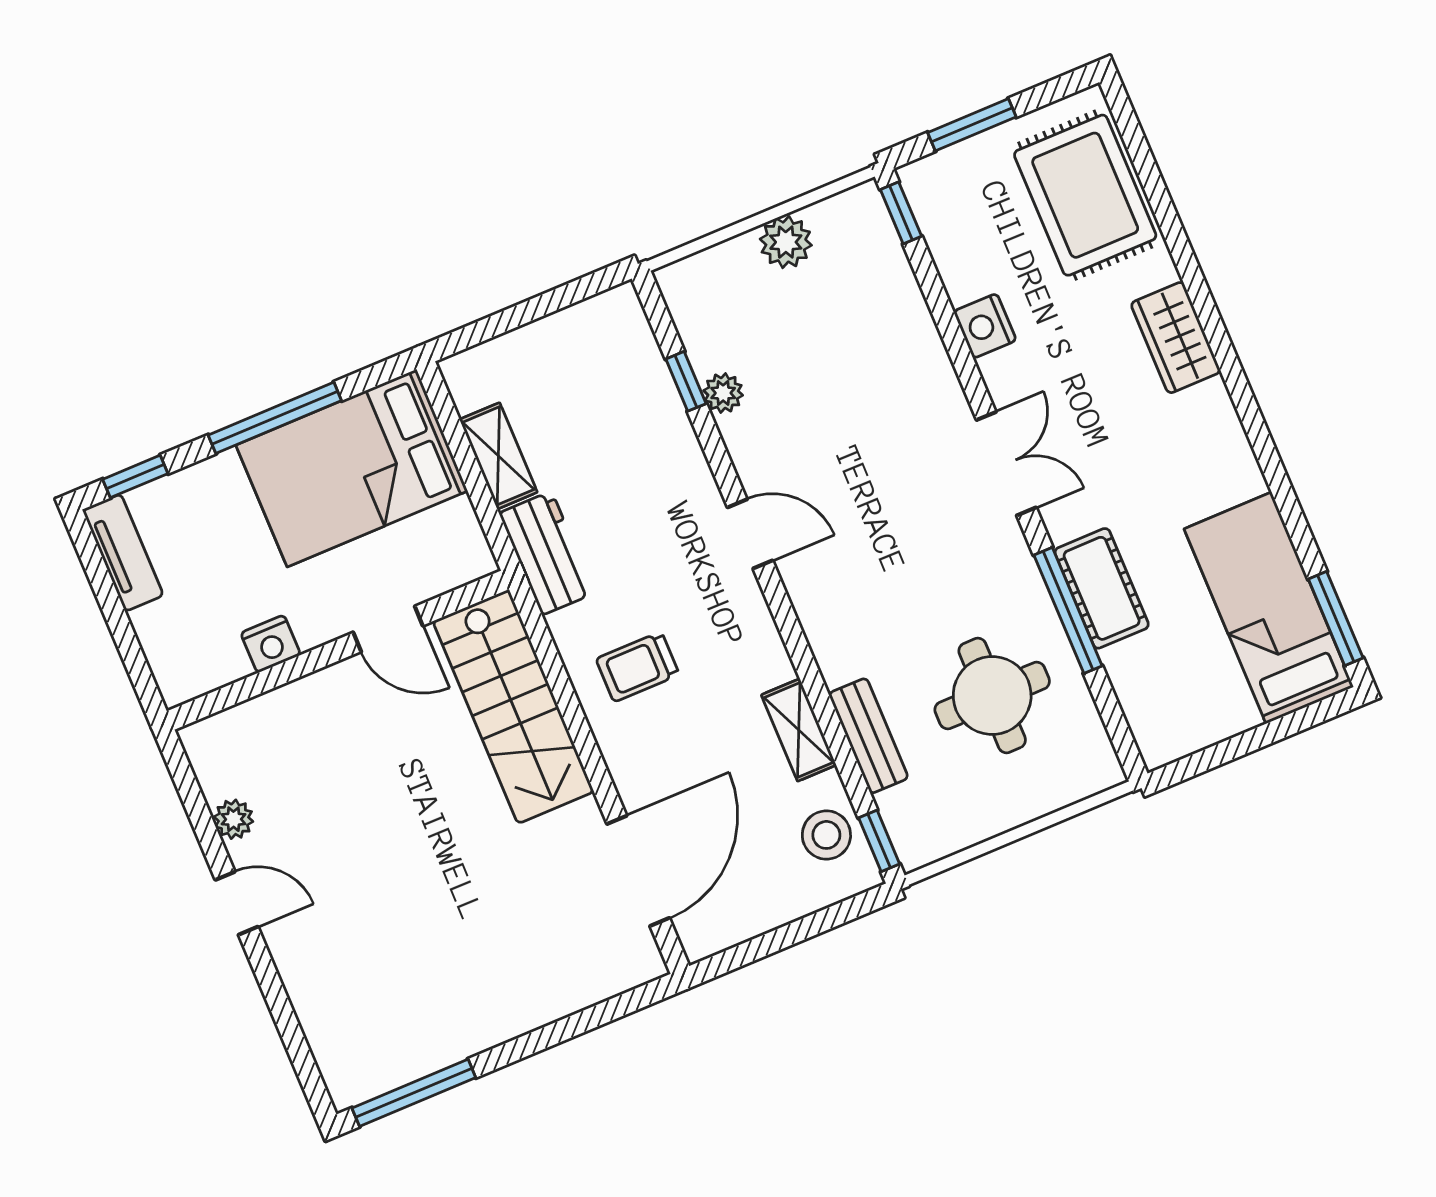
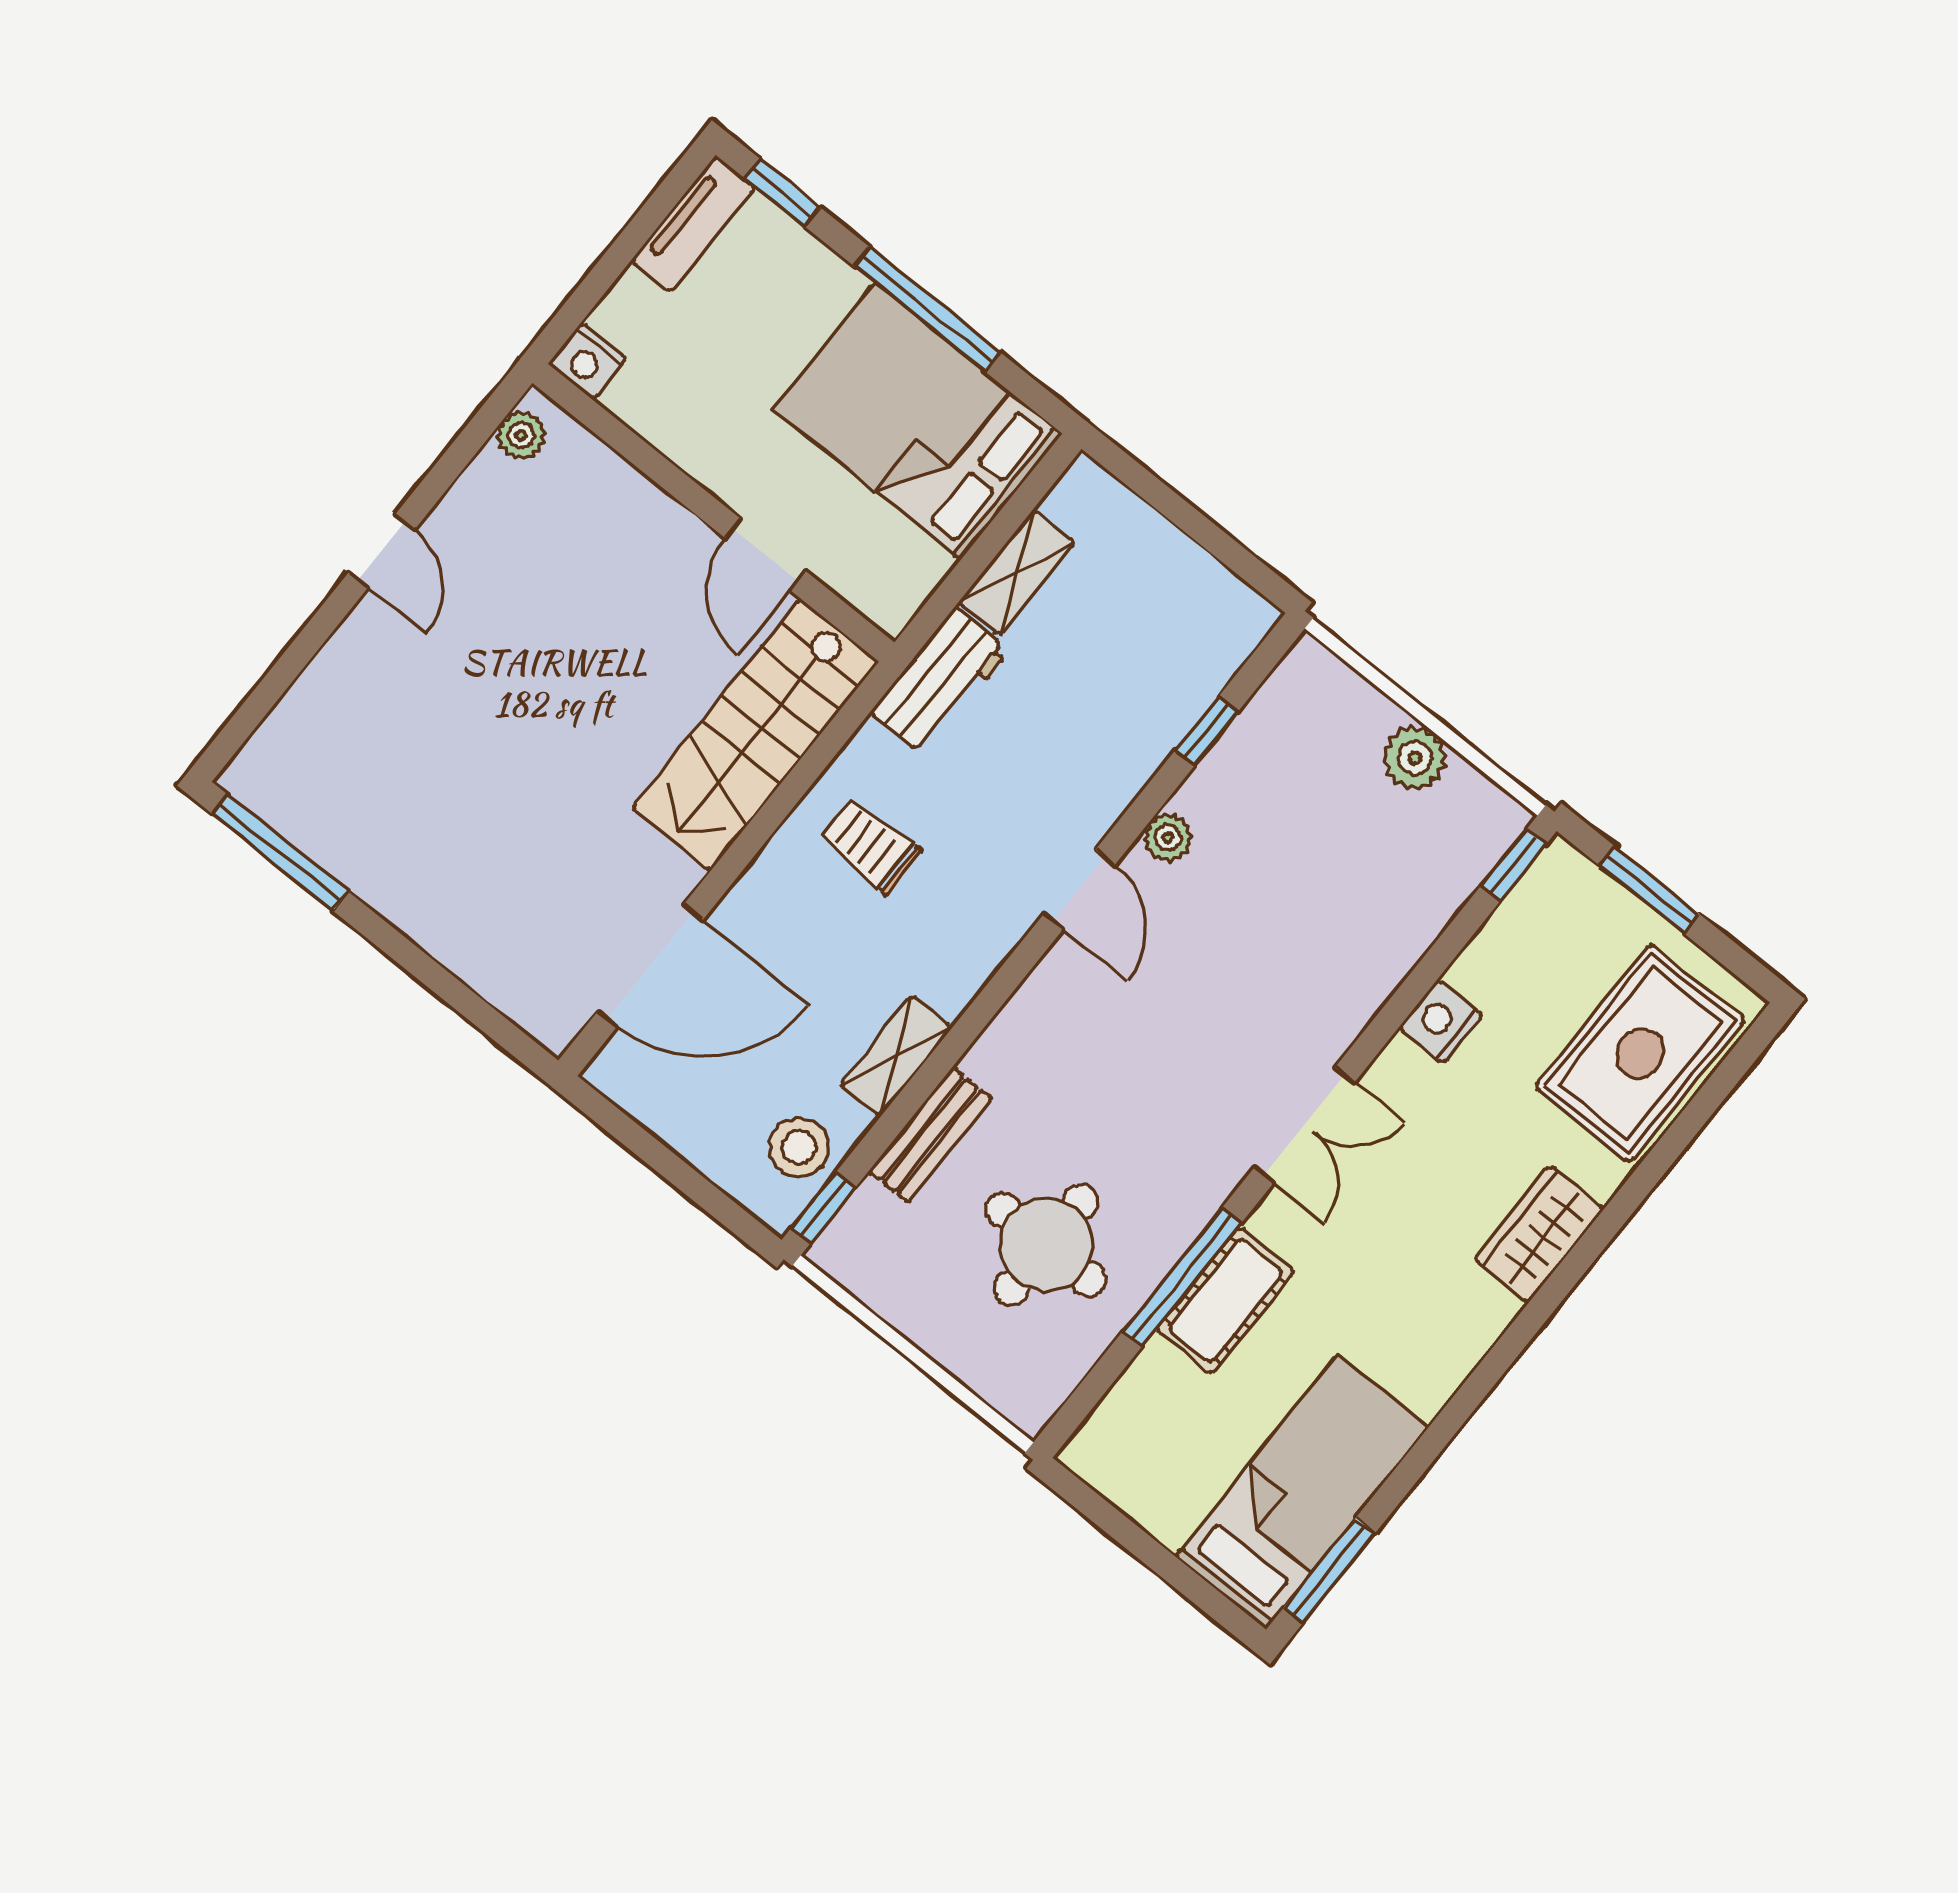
plant: (723, 393) -> (1168, 837), moved
nightstand: (271, 644) -> (587, 361), moved
plant: (233, 819) -> (521, 435), moved

